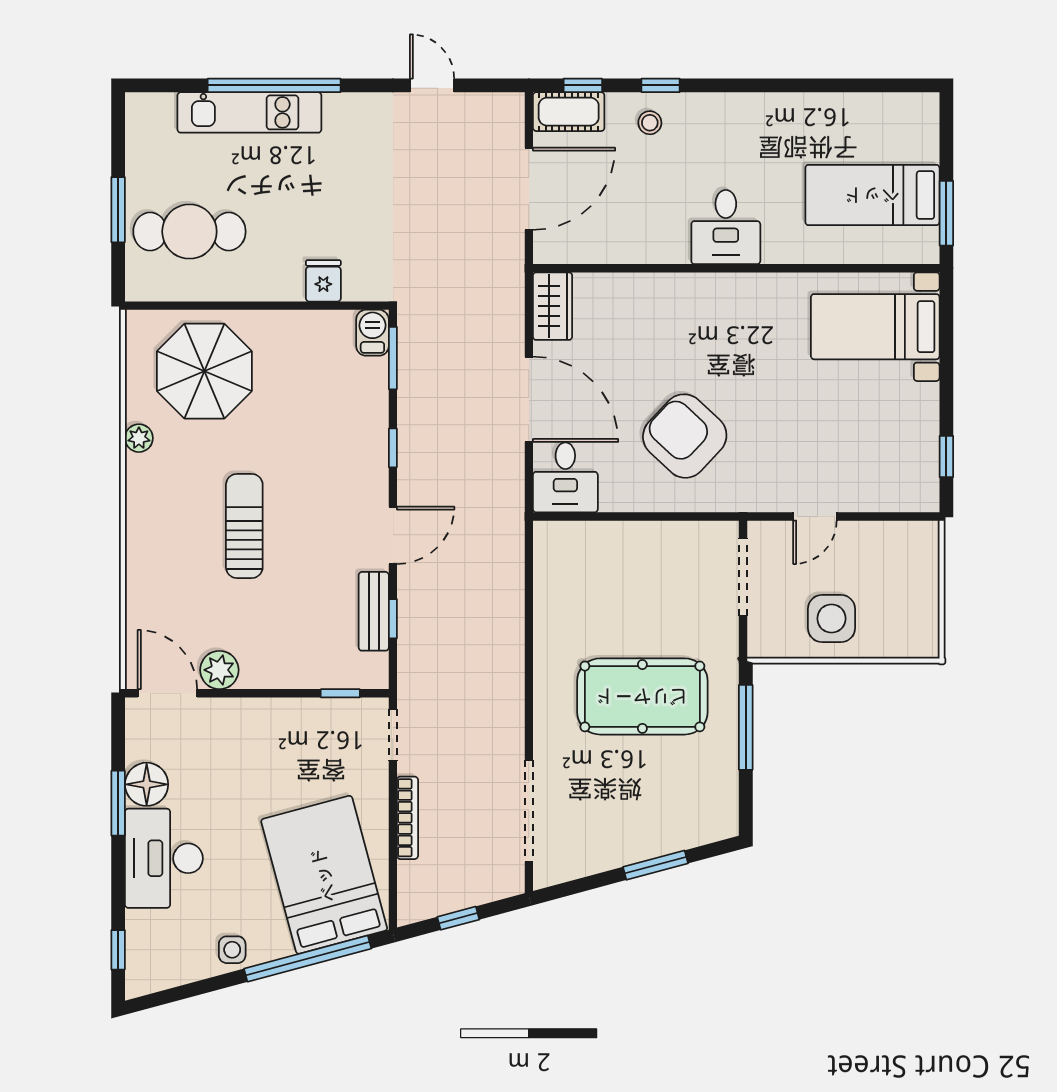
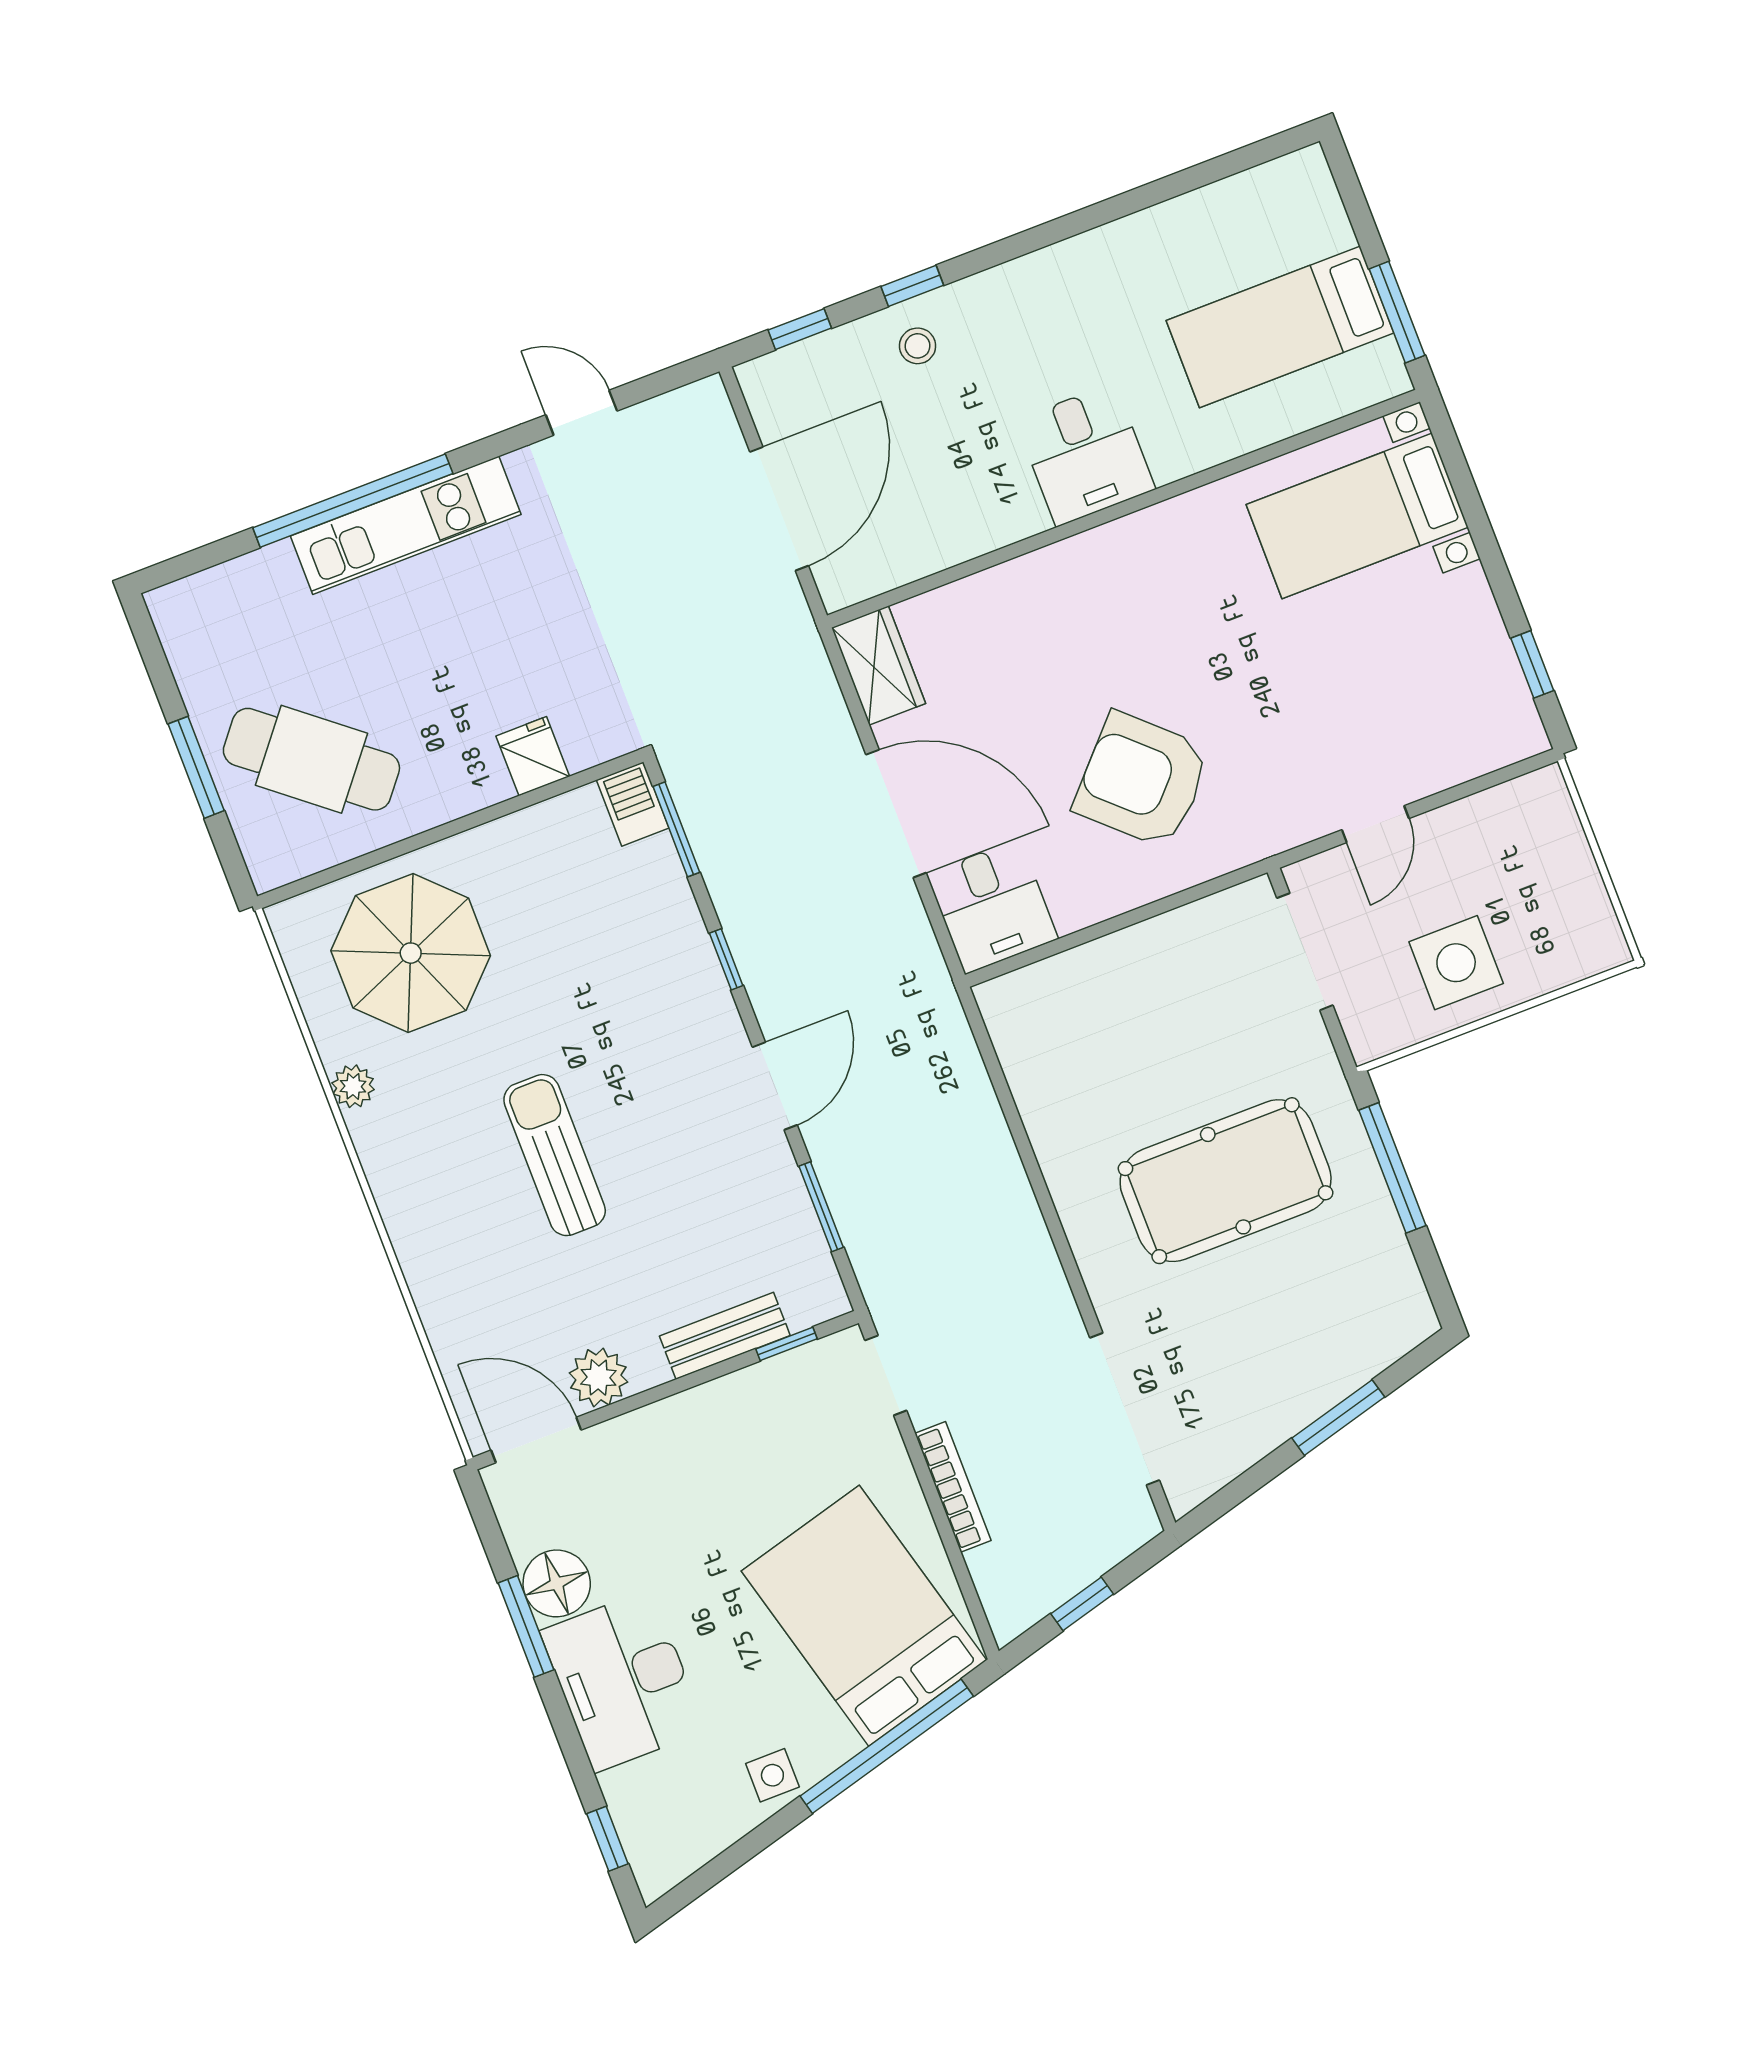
kitchen unit: (249, 112) -> (406, 525), moved
cot: (569, 112) -> (794, 375), removed
cafe table: (189, 232) -> (311, 759), turned 39
bench: (374, 611) -> (725, 1336), moved, turned 90
window: (393, 619) -> (821, 1207), width x1.50

